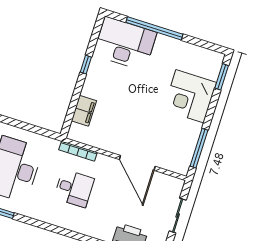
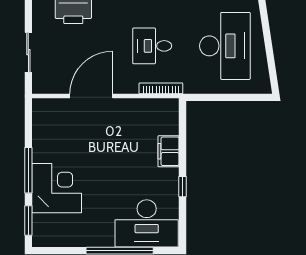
filing cabinet: (84, 111) -> (169, 151), moved
window: (199, 148) -> (28, 170), moved
door: (137, 163) -> (91, 96), hinge flipped

